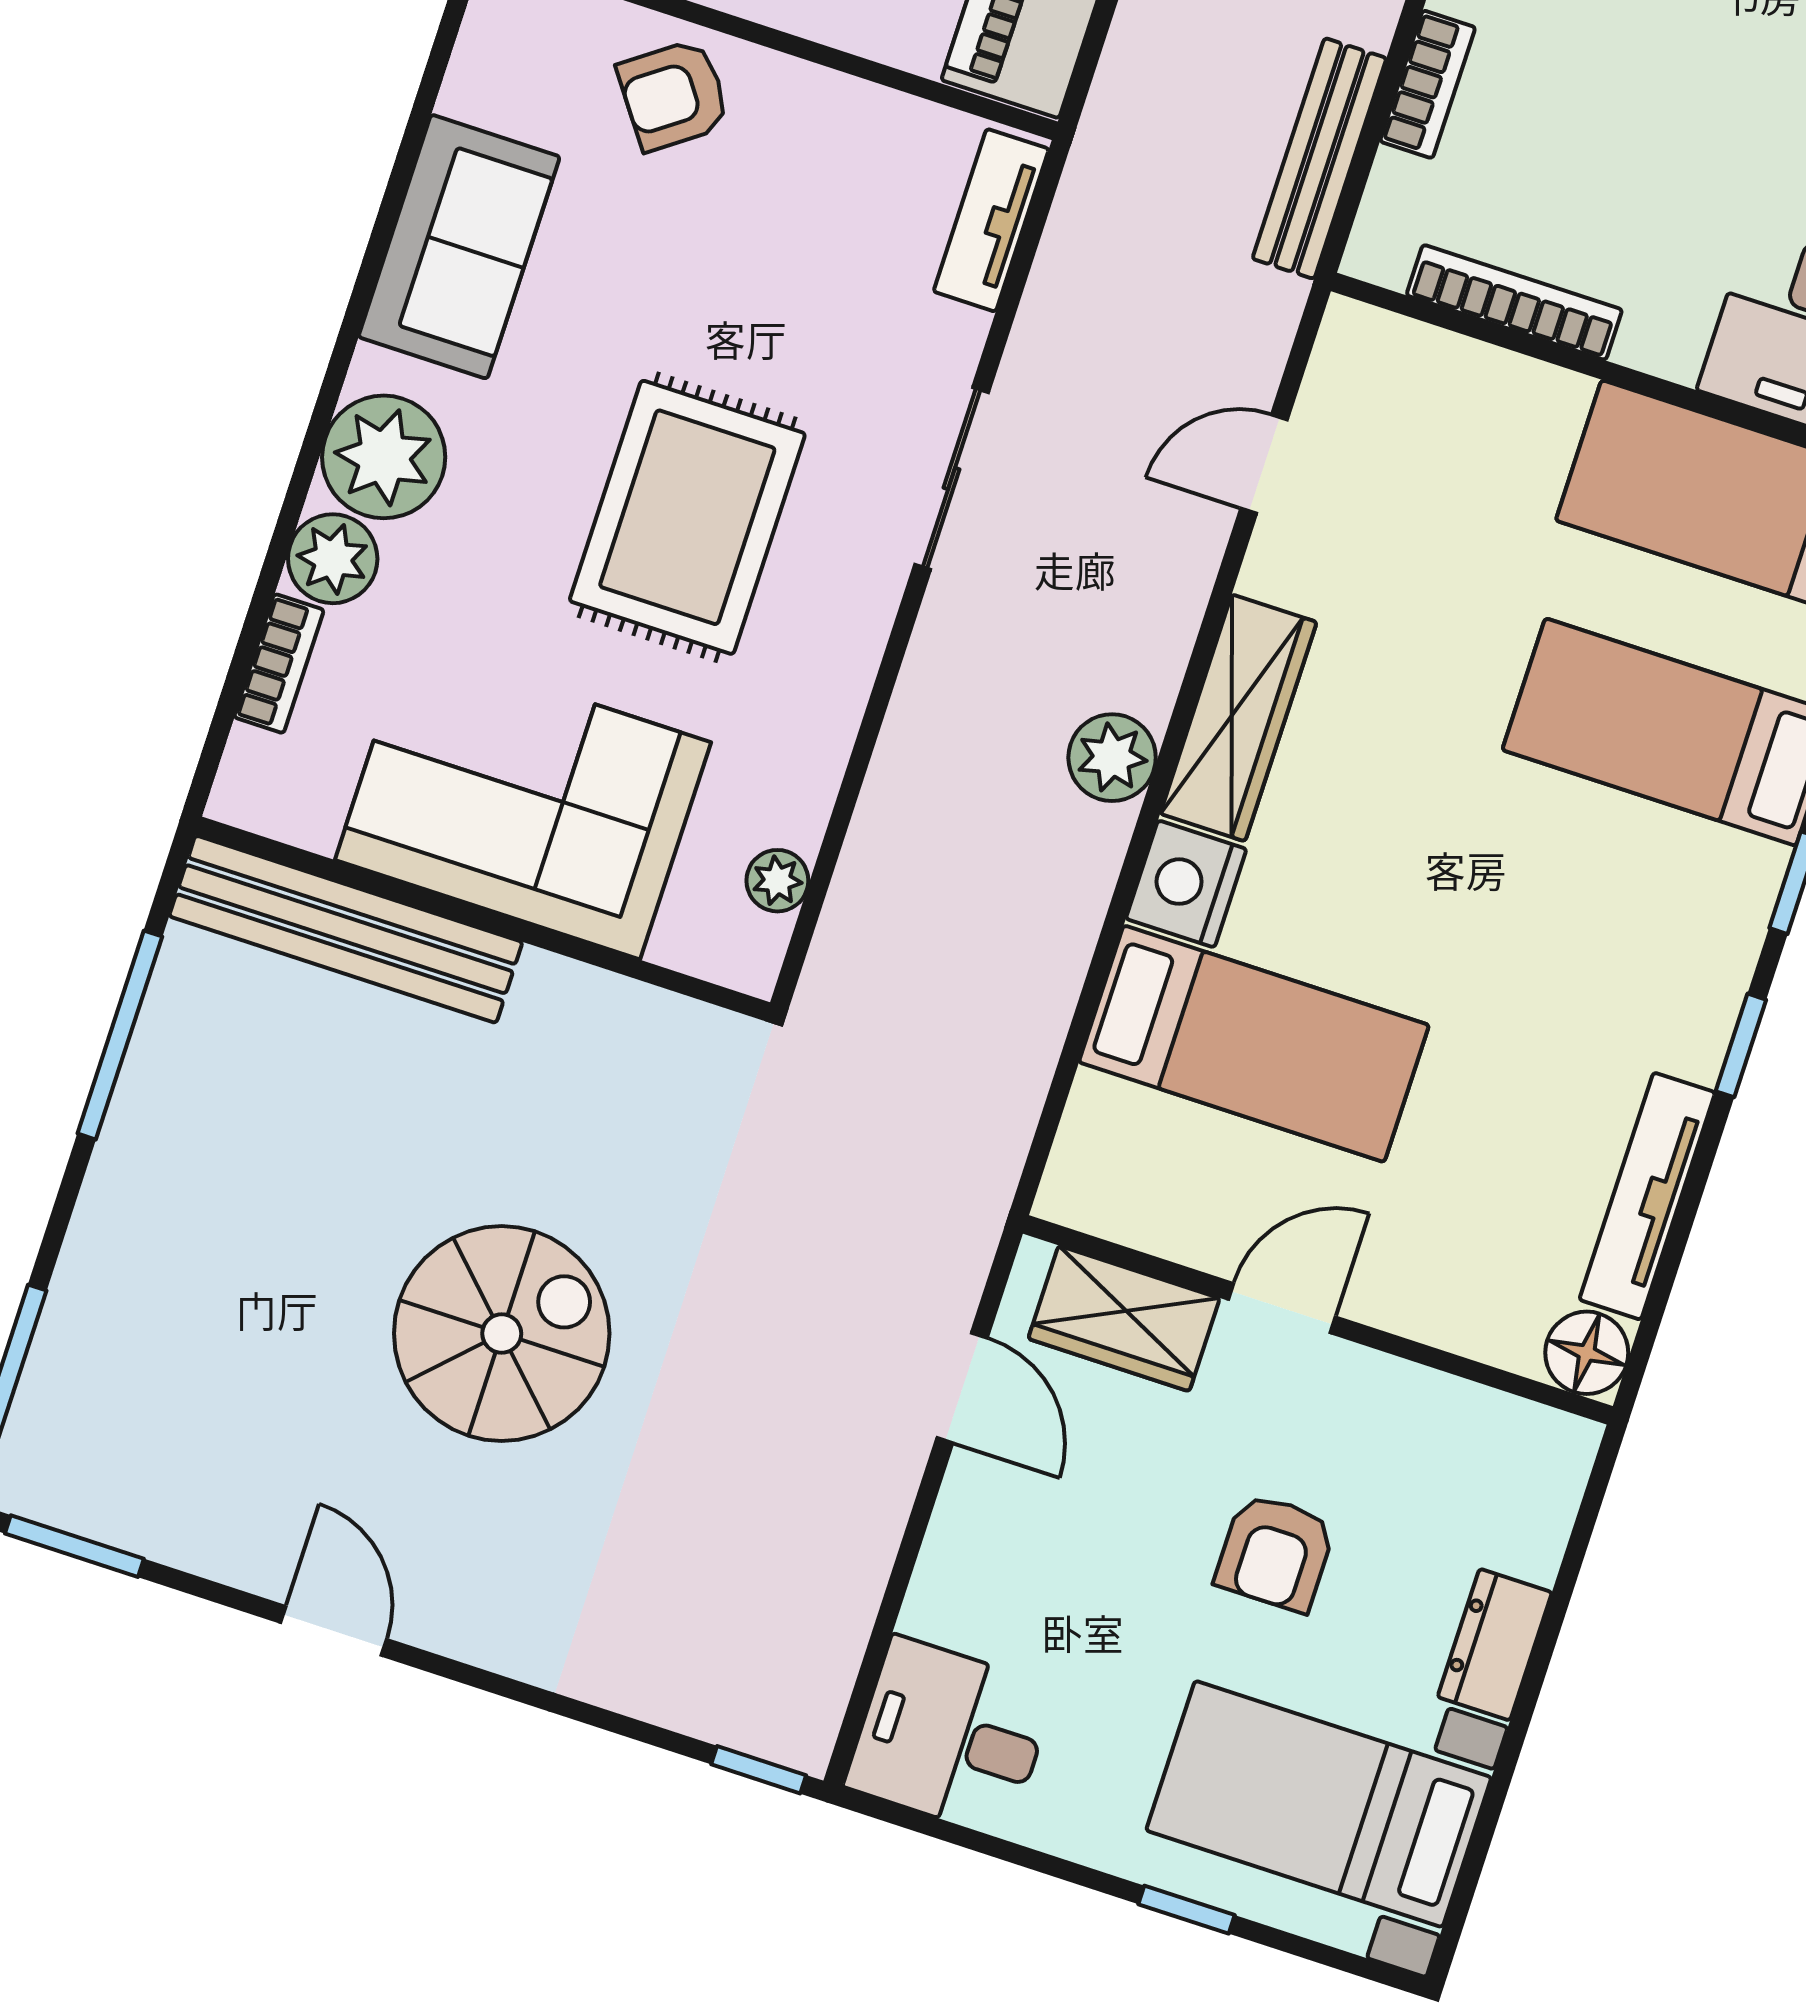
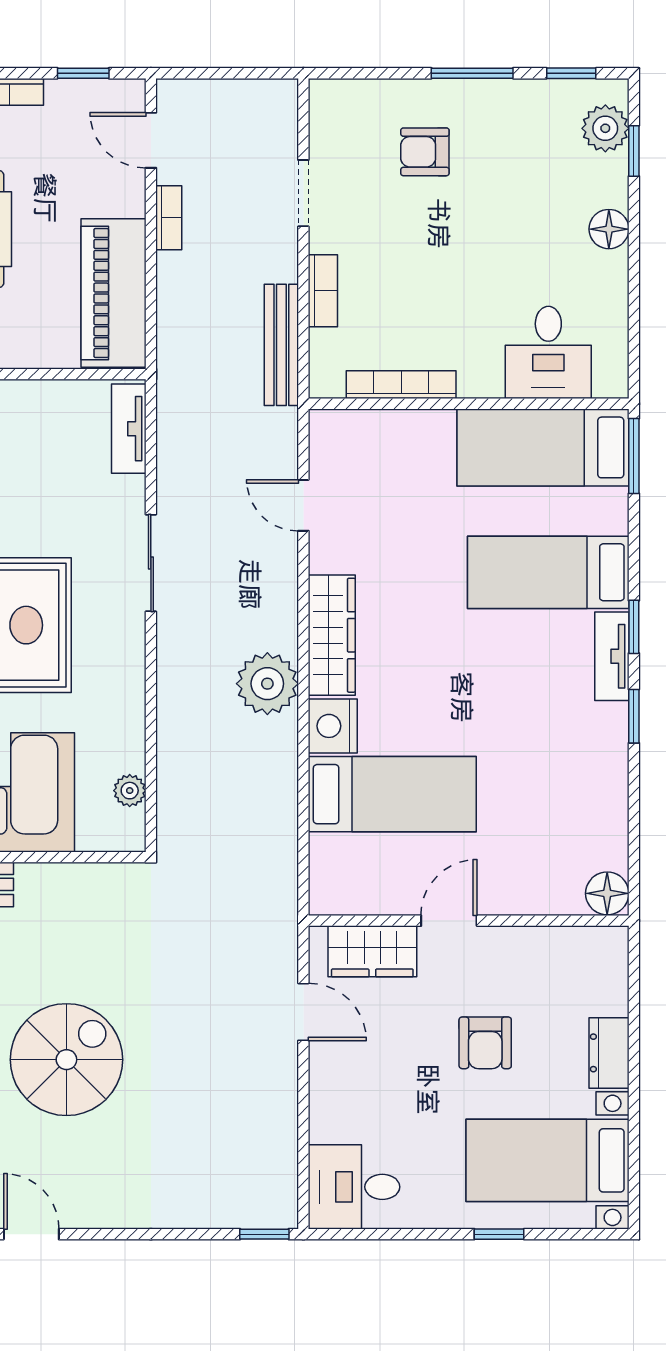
door: (1264, 464) -> (303, 505), hinge flipped
plant: (1112, 758) -> (267, 684), width x1.36, depth x1.36
tv unit: (1647, 1196) -> (612, 656), moved, width x0.71

